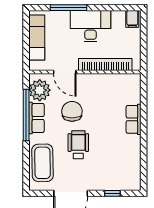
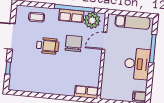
bookcase: (105, 64) -> (107, 72), removed
chair: (72, 111) -> (74, 43), turned -90
row of seats: (134, 119) -> (86, 92), moved
coffee table: (43, 163) -> (37, 17), width x0.54, depth x0.58

